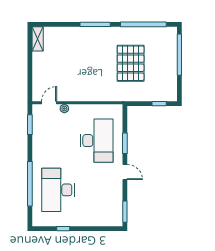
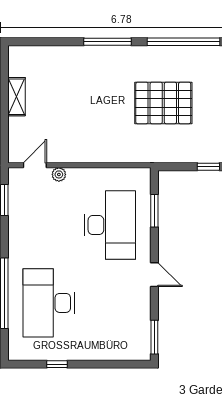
shelving: (38, 39) -> (17, 97), moved
pallet: (131, 63) -> (163, 103), turned 90
window: (125, 143) -> (154, 211), moved

